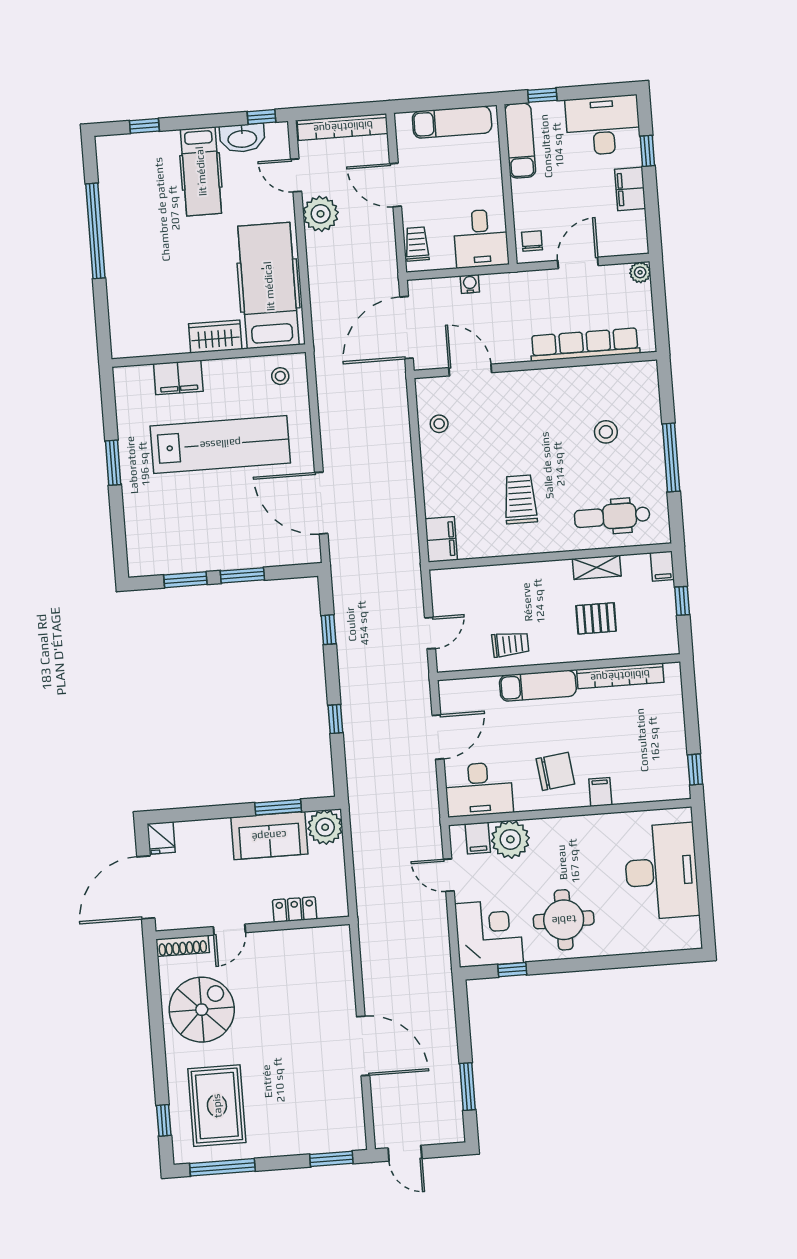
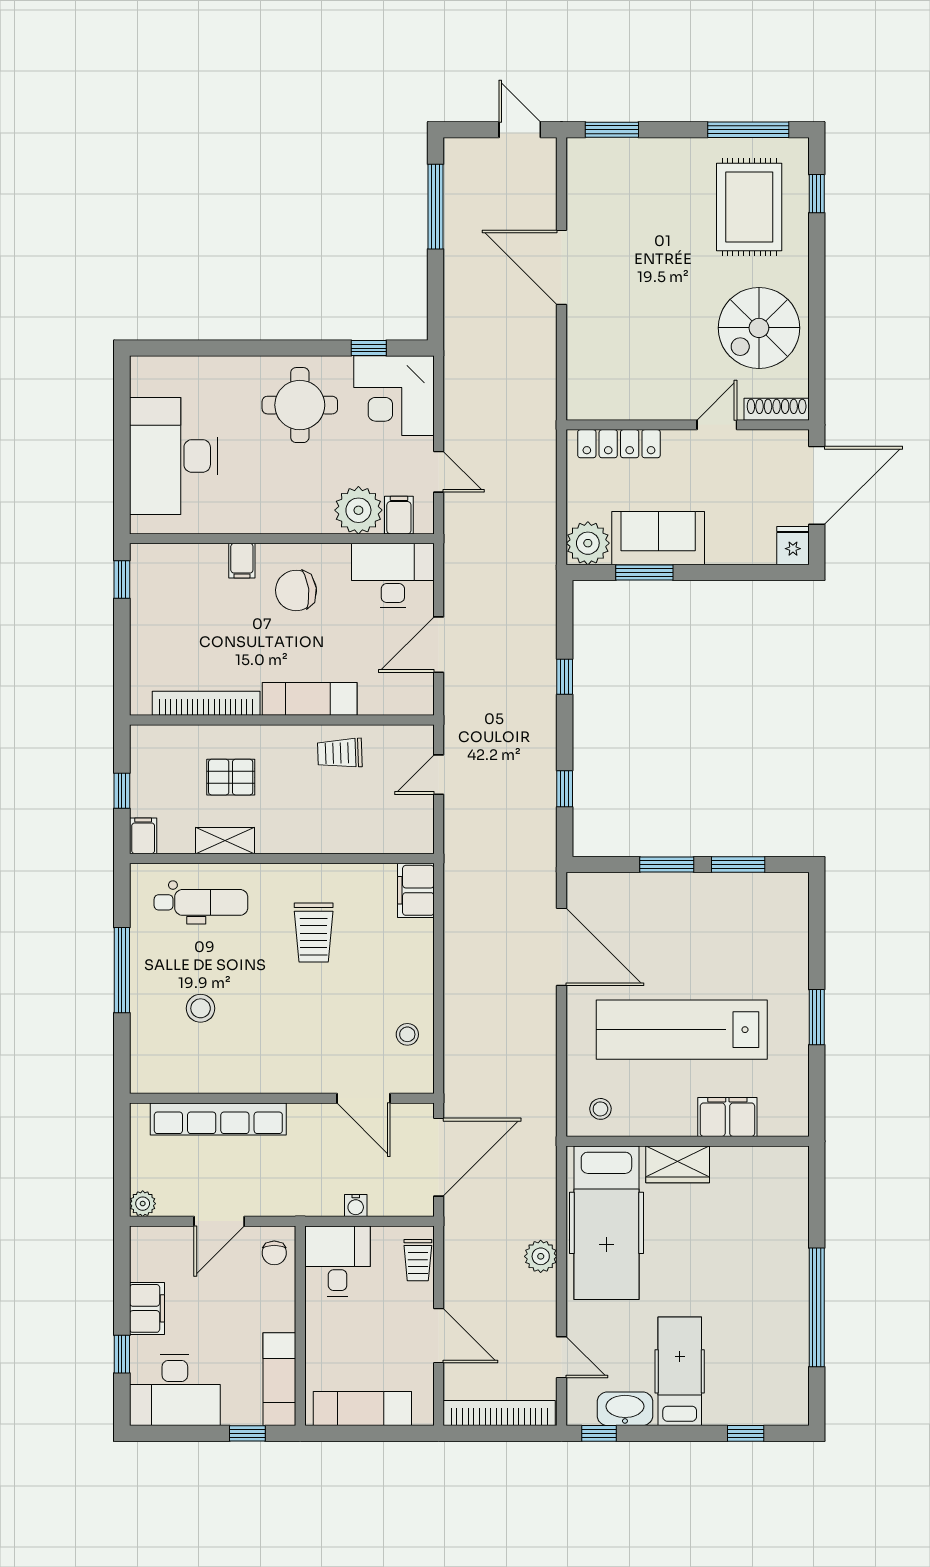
plant: (321, 214) -> (541, 1256), moved, width x0.73, depth x0.73
locker: (295, 909) -> (619, 444), width x1.53
window: (467, 1087) -> (436, 207), width x1.44

